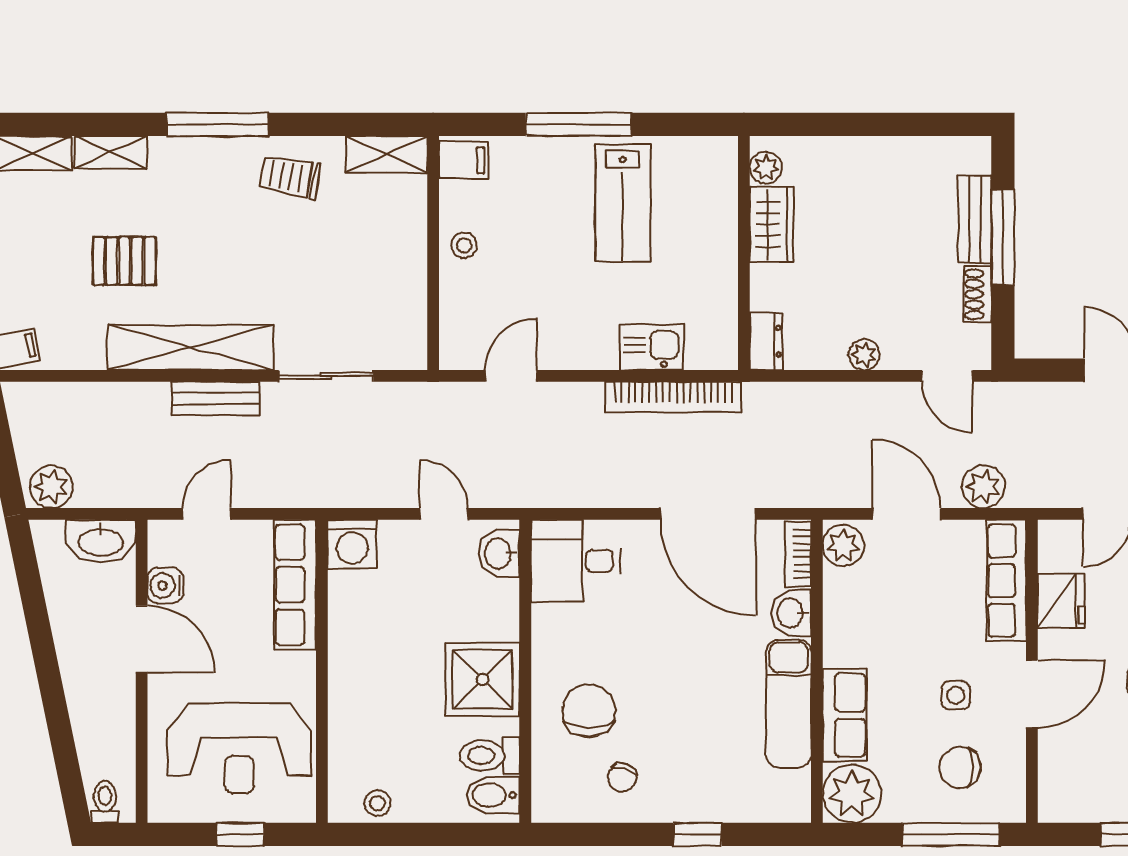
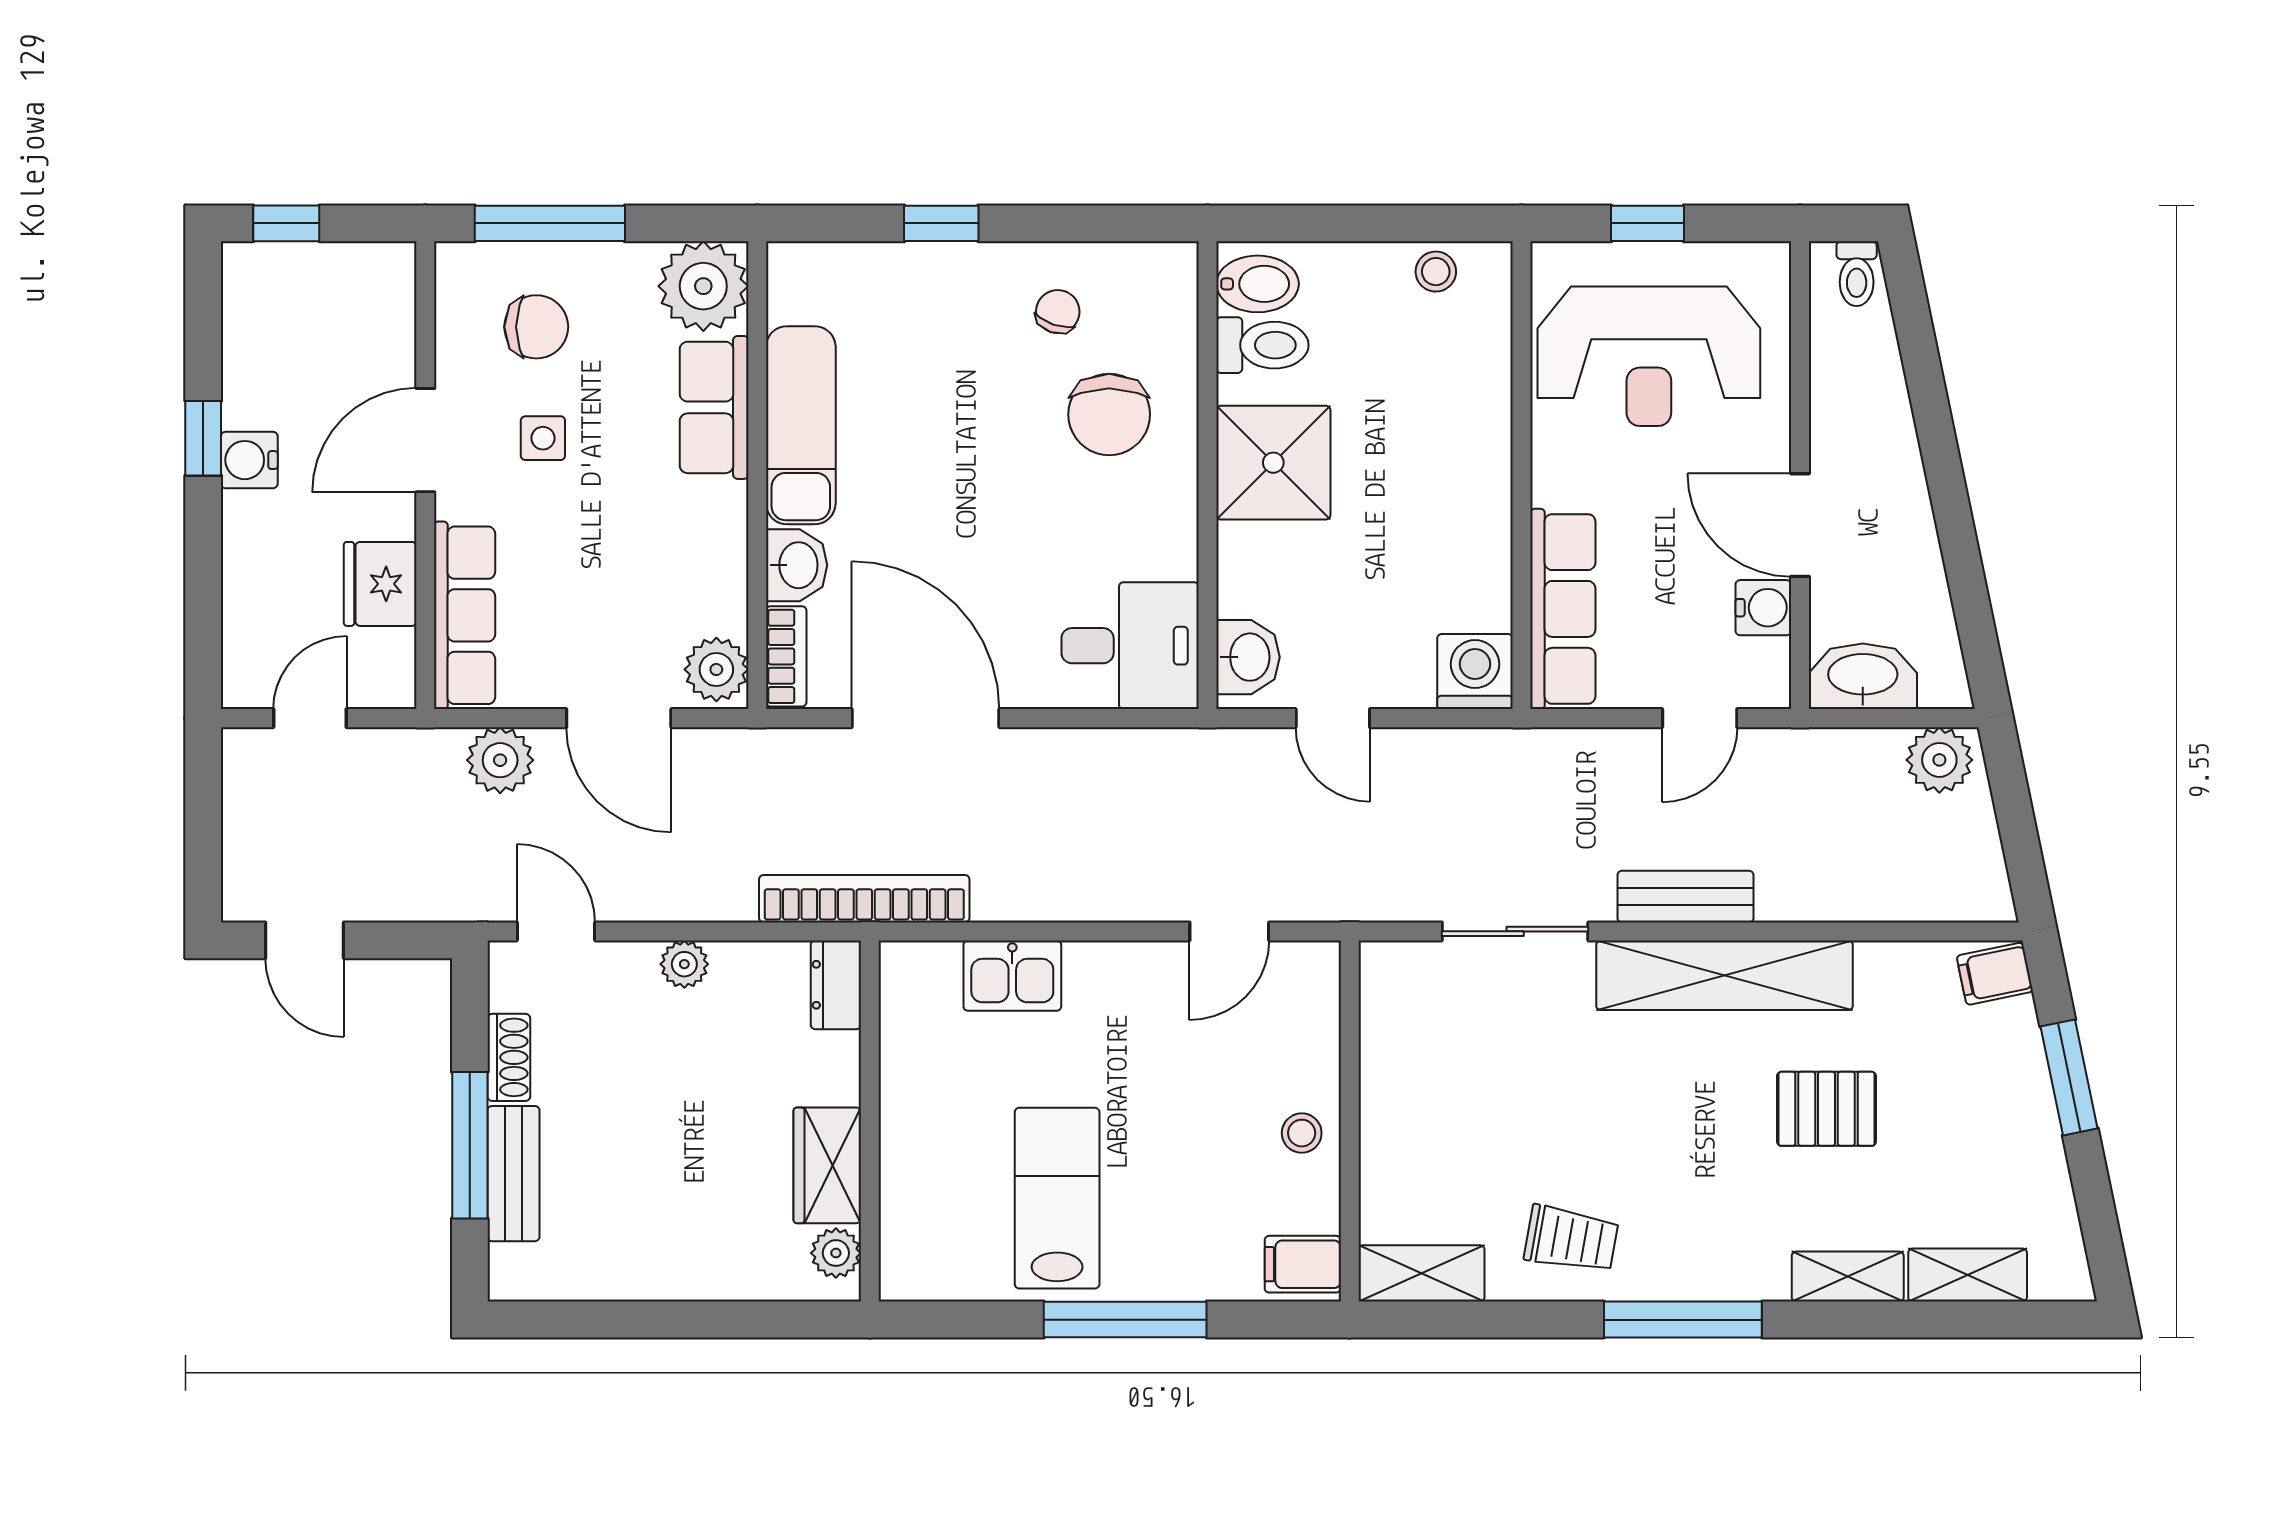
bookcase: (673, 397) -> (864, 899), moved
reception desk: (239, 748) -> (1649, 356), turned 180

